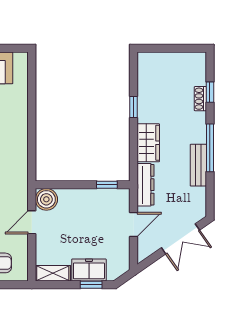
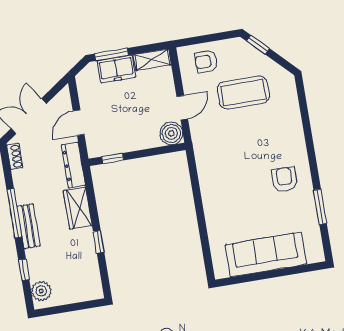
plant: (197, 69) -> (41, 291), added
shoe rack: (200, 99) -> (15, 156), moved
bench: (198, 165) -> (29, 226), moved
window: (91, 285) -> (111, 54), width x1.50

